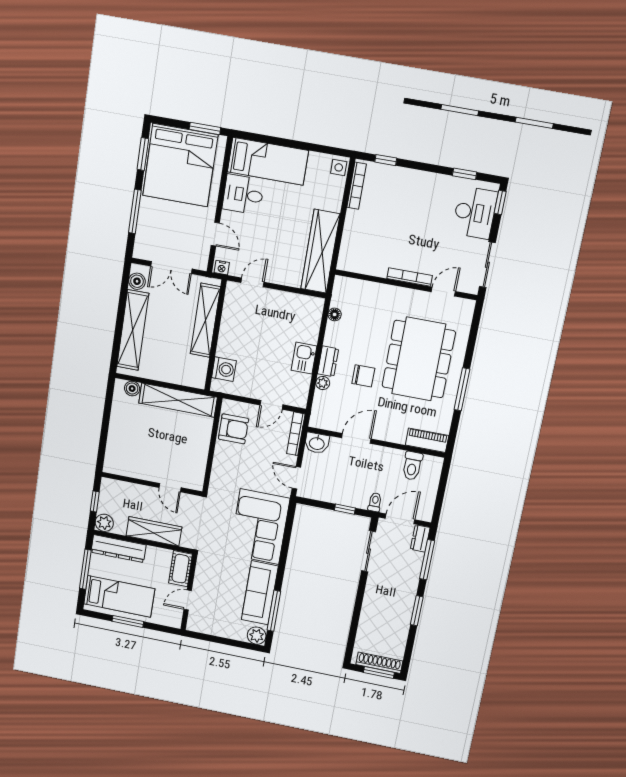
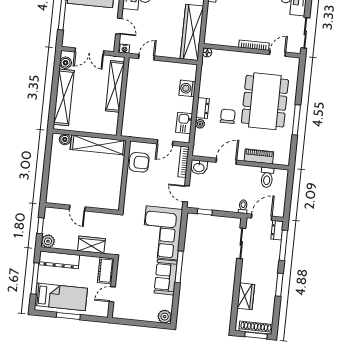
floor lamp: (335, 314) -> (207, 53), moved
kitchen sink: (304, 358) -> (184, 123), moved
washing machine: (224, 369) -> (187, 88), moved, turned 180
chair: (363, 376) -> (228, 116), turned -90
piano: (427, 440) -> (259, 156), moved
door: (170, 488) -> (77, 208), moved
window: (345, 509) -> (205, 212), moved
wardrobe: (154, 531) -> (91, 245), width x0.67
sofa: (260, 593) -> (166, 277), width x0.73
window: (274, 611) -> (179, 267), moved
wardrobe: (369, 621) -> (246, 296), added

